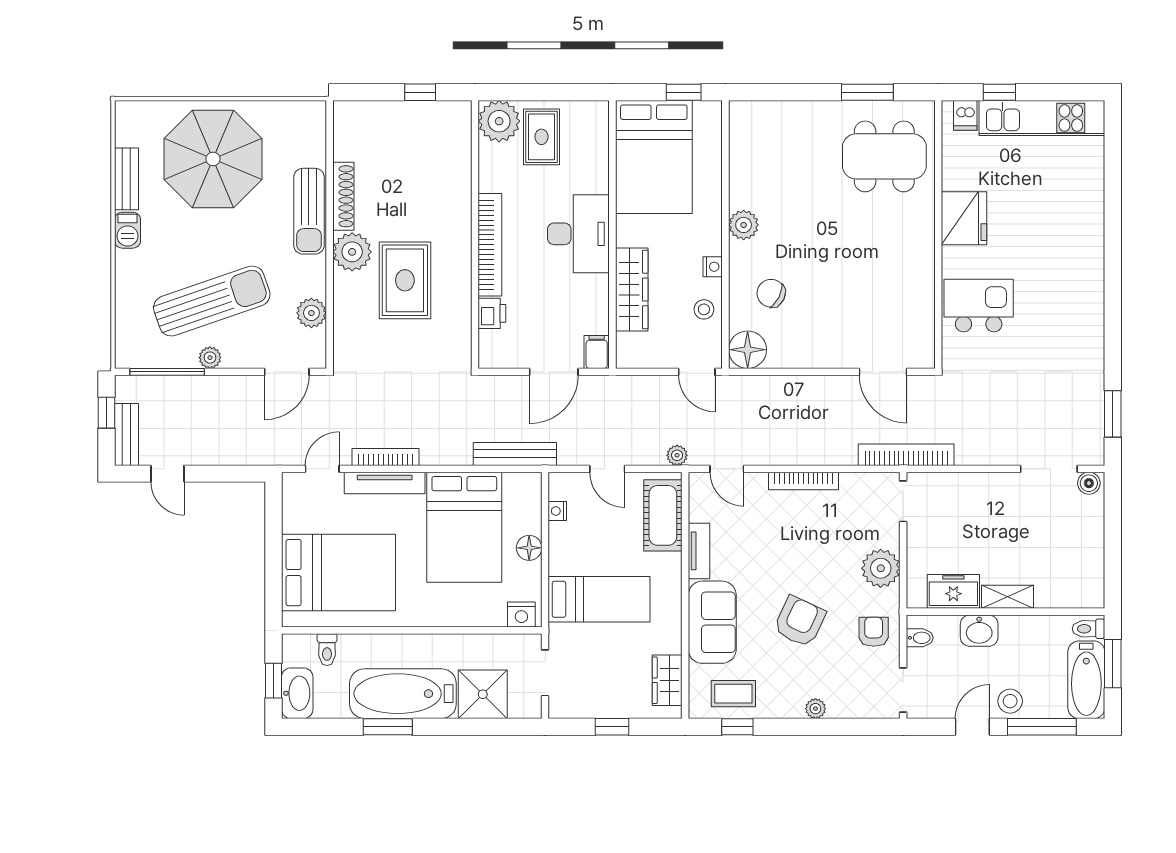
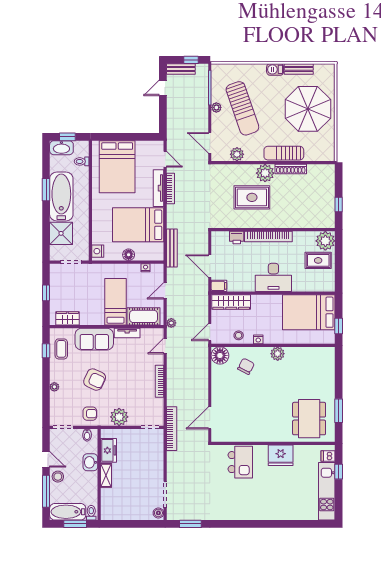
wardrobe: (632, 289) -> (231, 302), moved
bed: (599, 599) -> (116, 302), moved, turned 180

